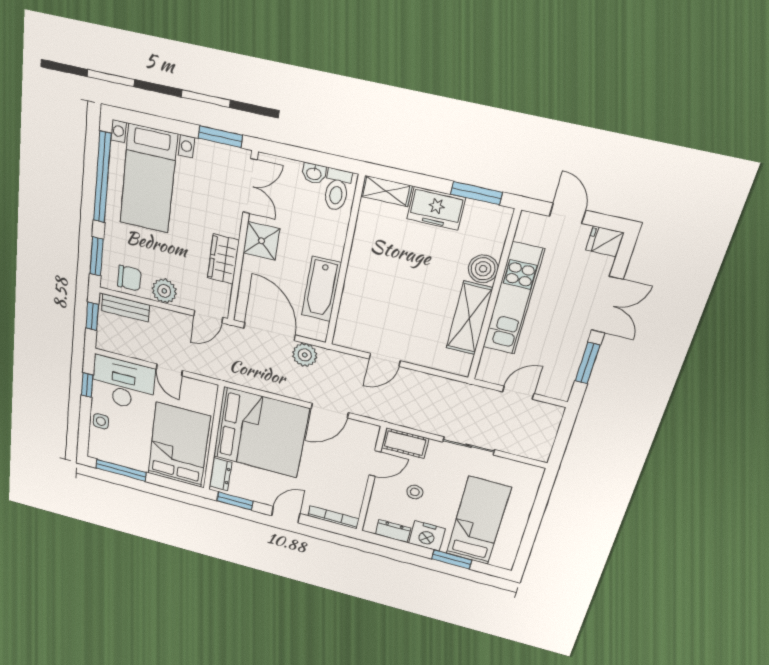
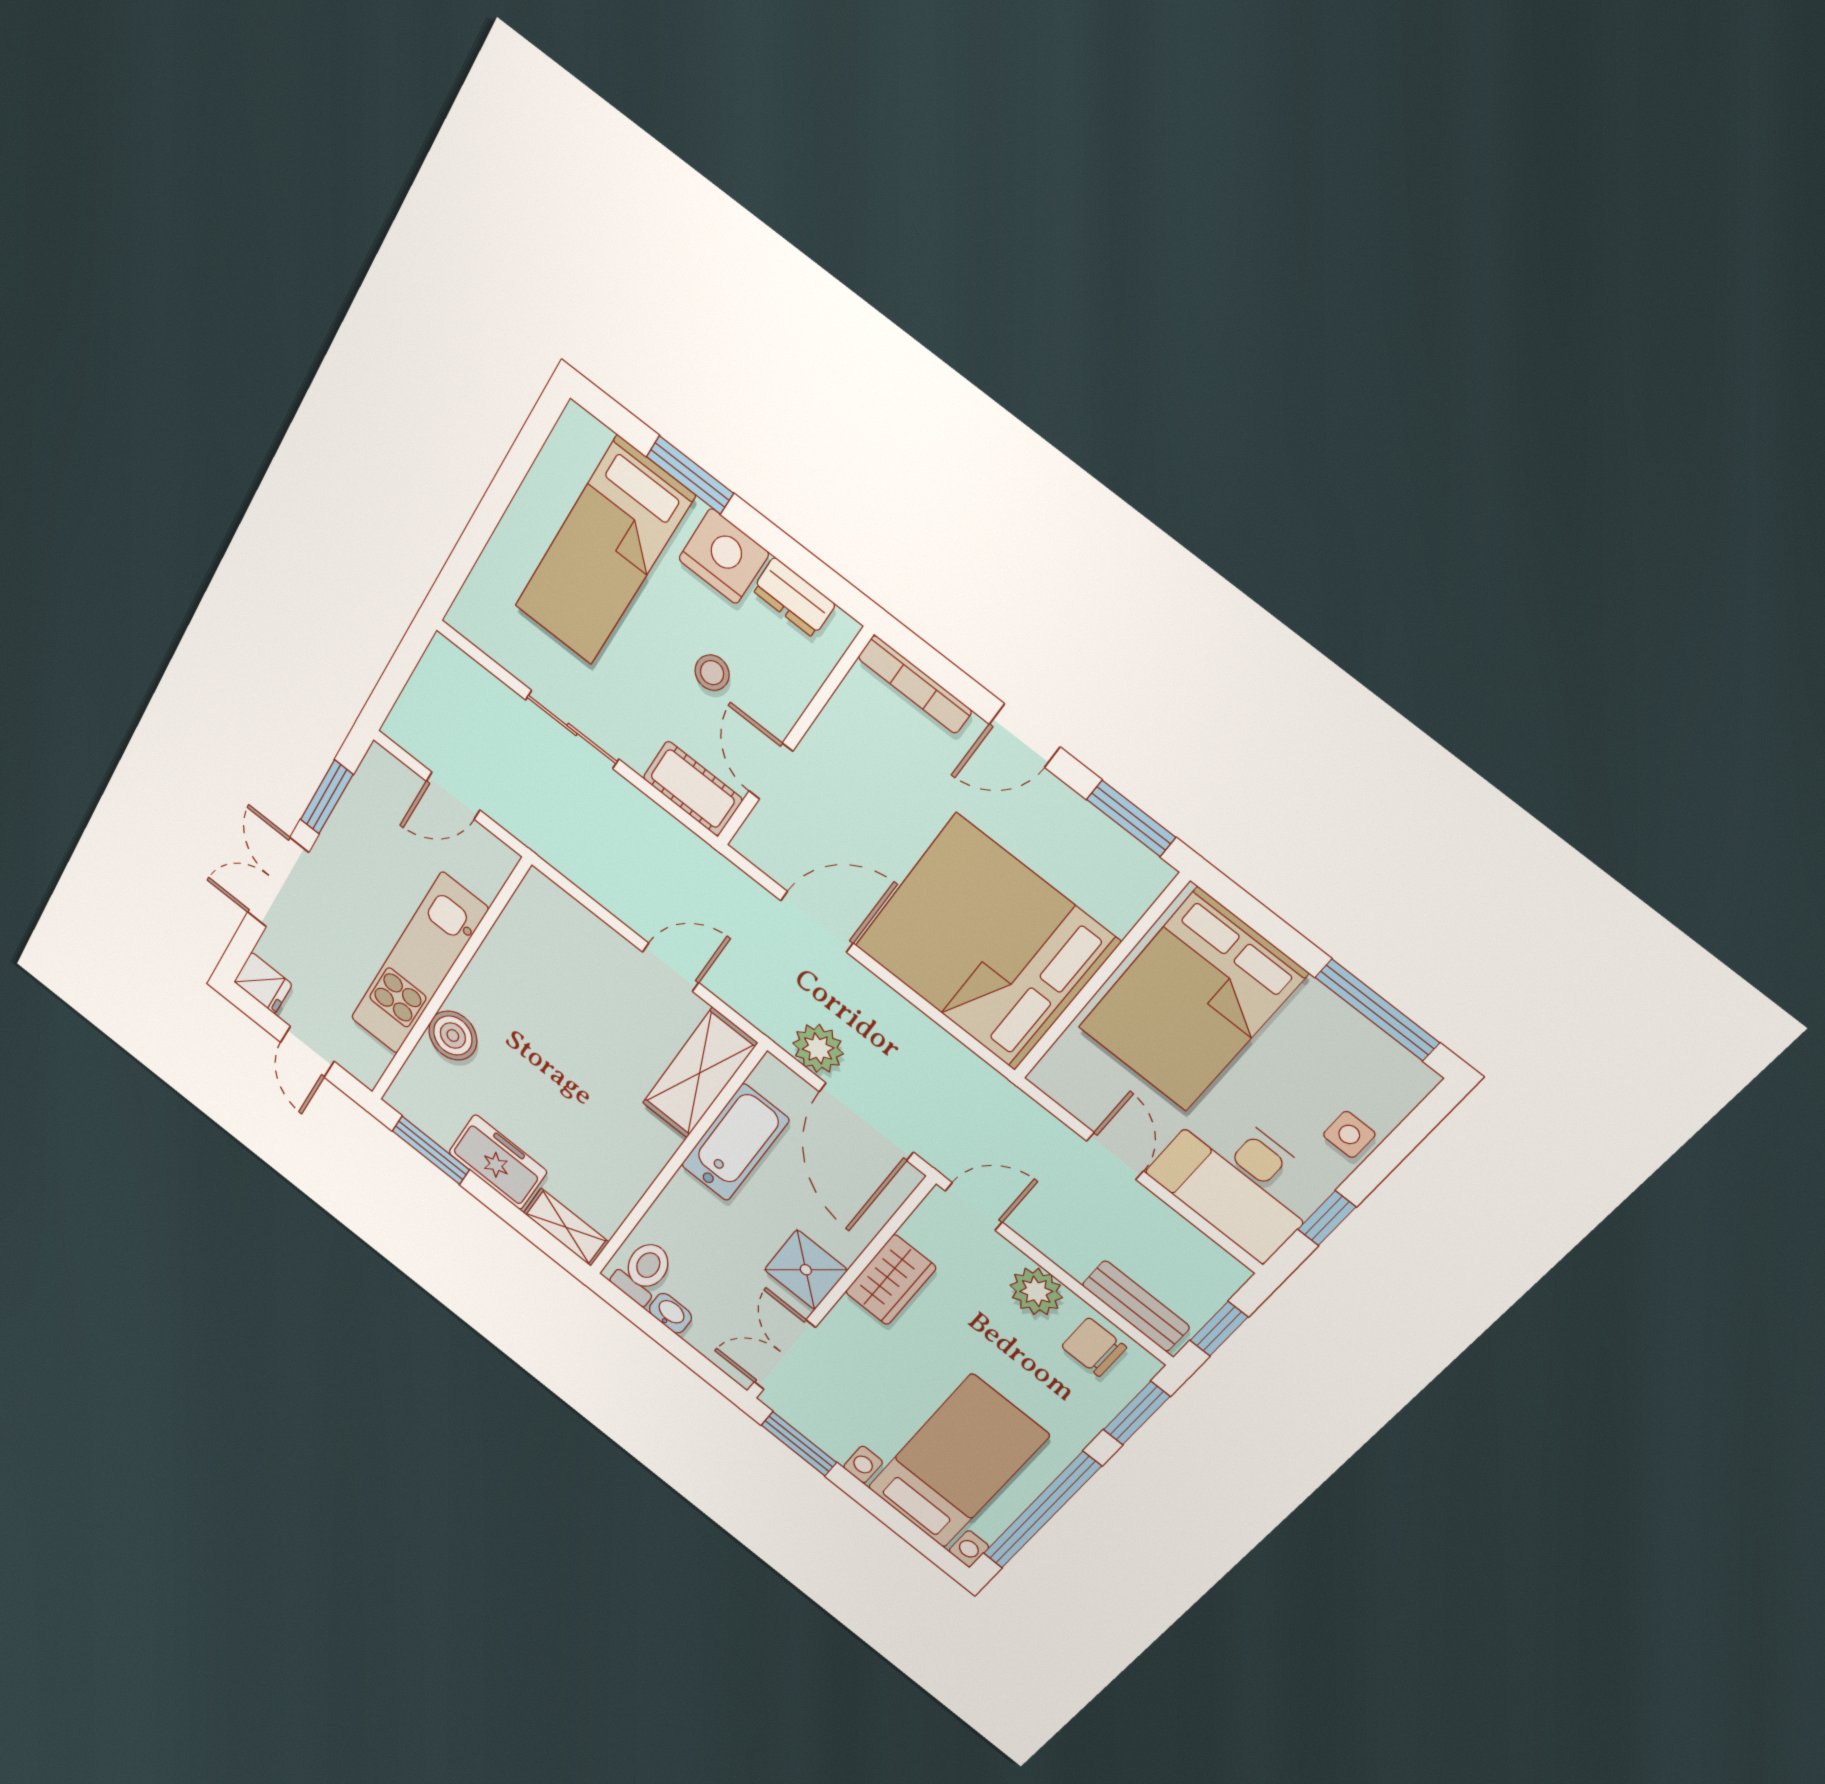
shelving: (469, 318) -> (700, 1073), moved
door: (375, 464) -> (771, 771), hinge flipped
dresser: (220, 474) -> (1130, 894), removed

